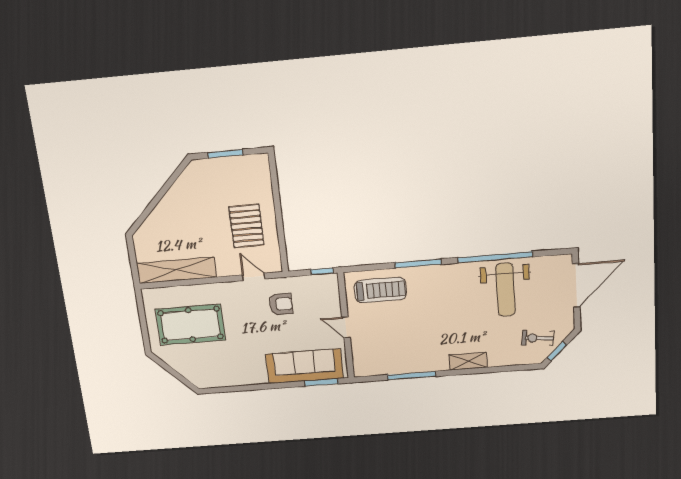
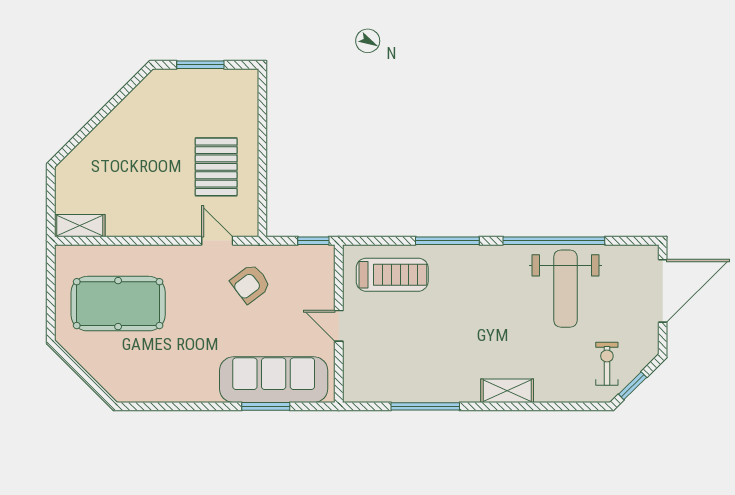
shelving: (176, 270) -> (80, 226), width x0.45, depth x0.75
armchair: (281, 304) -> (250, 284), turned 143
exercise bike: (538, 338) -> (607, 364), turned 84
window: (321, 382) -> (266, 406), moved

